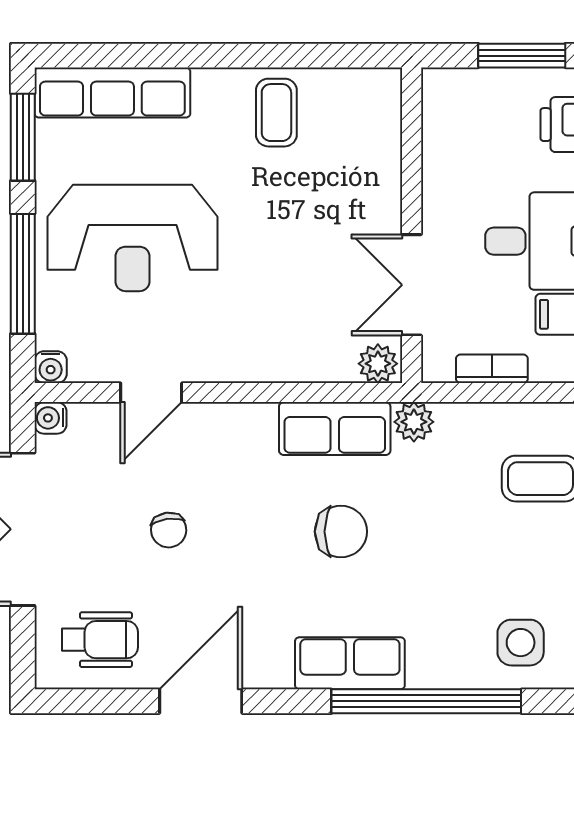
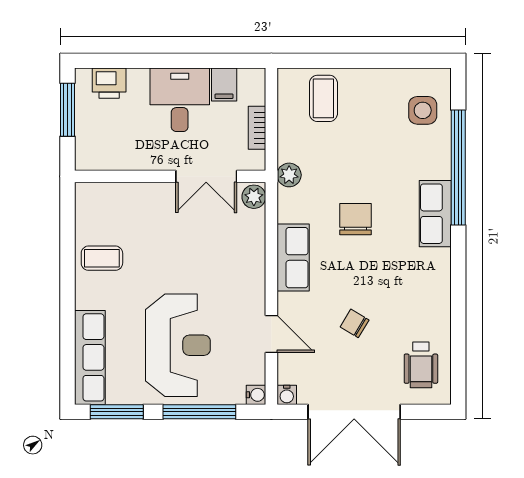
row of seats: (335, 429) -> (293, 258), moved
chair: (169, 530) -> (355, 323), turned -141
wheelchair: (100, 640) -> (421, 365), turned 180
door: (201, 701) -> (458, 304), removed

